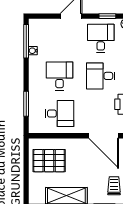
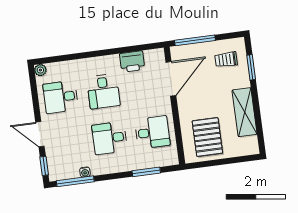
window: (107, 16) -> (44, 166), moved
desk: (60, 114) -> (152, 132), turned 90

